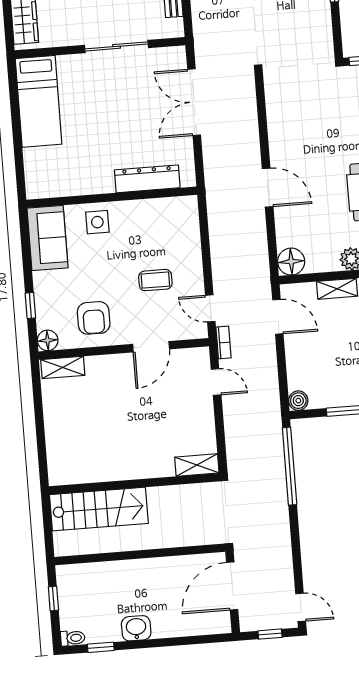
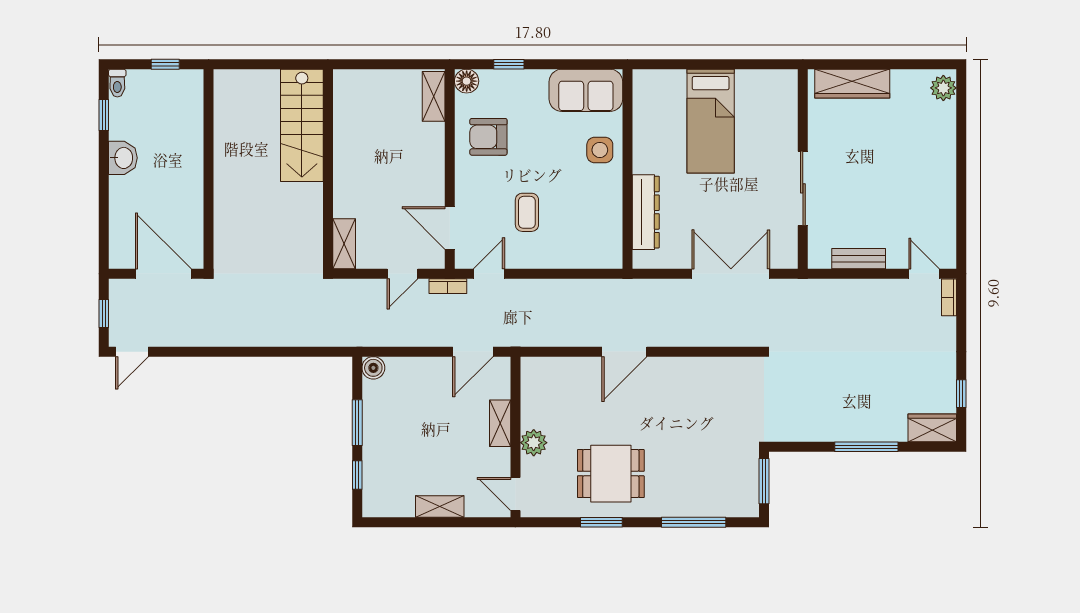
bed: (39, 101) -> (711, 121), moved, turned -90
floor lamp: (291, 262) -> (536, 372), removed
door: (151, 347) -> (450, 228), moved
shelving: (197, 465) -> (344, 244), moved
window: (290, 466) -> (298, 352), removed
wall: (134, 484) -> (328, 169), moved
stairs: (99, 509) -> (302, 125), moved

